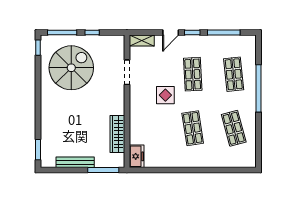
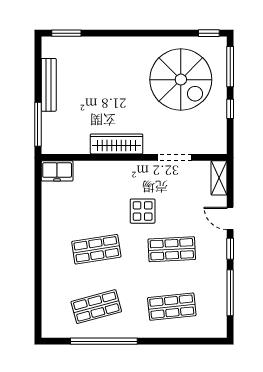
window: (258, 88) -> (104, 341), moved
wardrobe: (117, 134) -> (117, 144), moved

